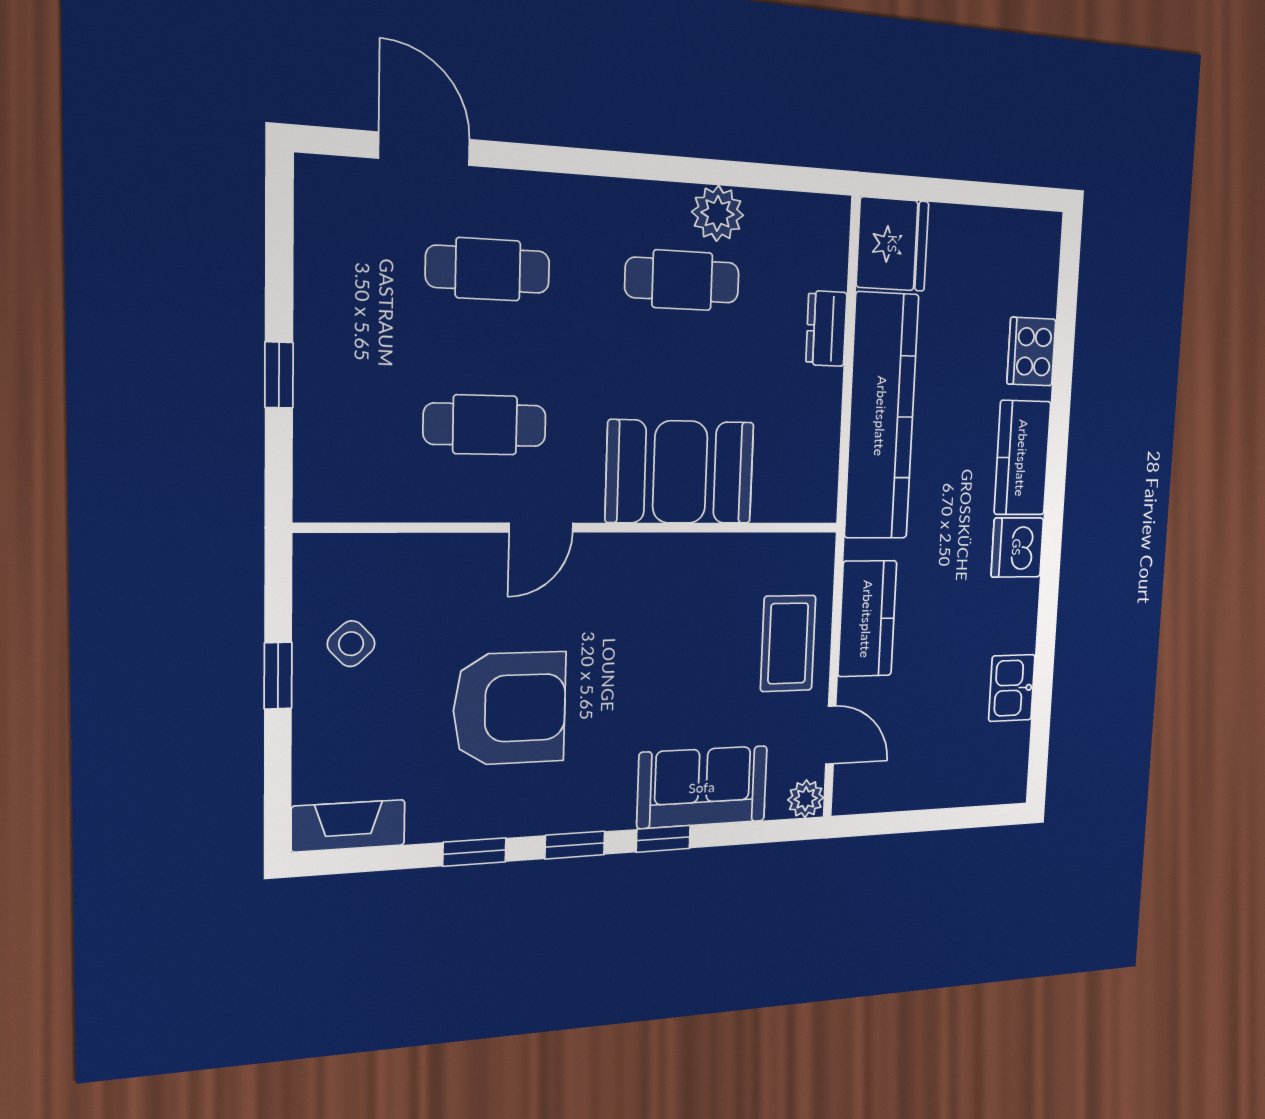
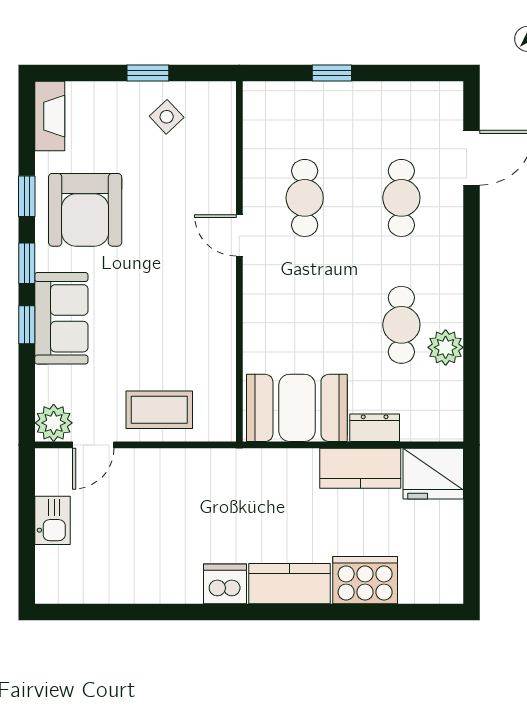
cooker: (1031, 352) -> (365, 580), width x1.37, depth x1.31
kitchen counter: (881, 416) -> (360, 468), width x0.48, depth x0.86
booth: (680, 472) -> (297, 408), moved, turned 90
kitchen counter: (867, 619) -> (175, 468), removed
kitchen sink: (1012, 688) -> (52, 520), moved, turned 90
armchair: (510, 708) -> (85, 210), moved
sofa: (702, 787) -> (61, 318), moved
plant: (806, 799) -> (54, 423), width x1.38, depth x1.38

